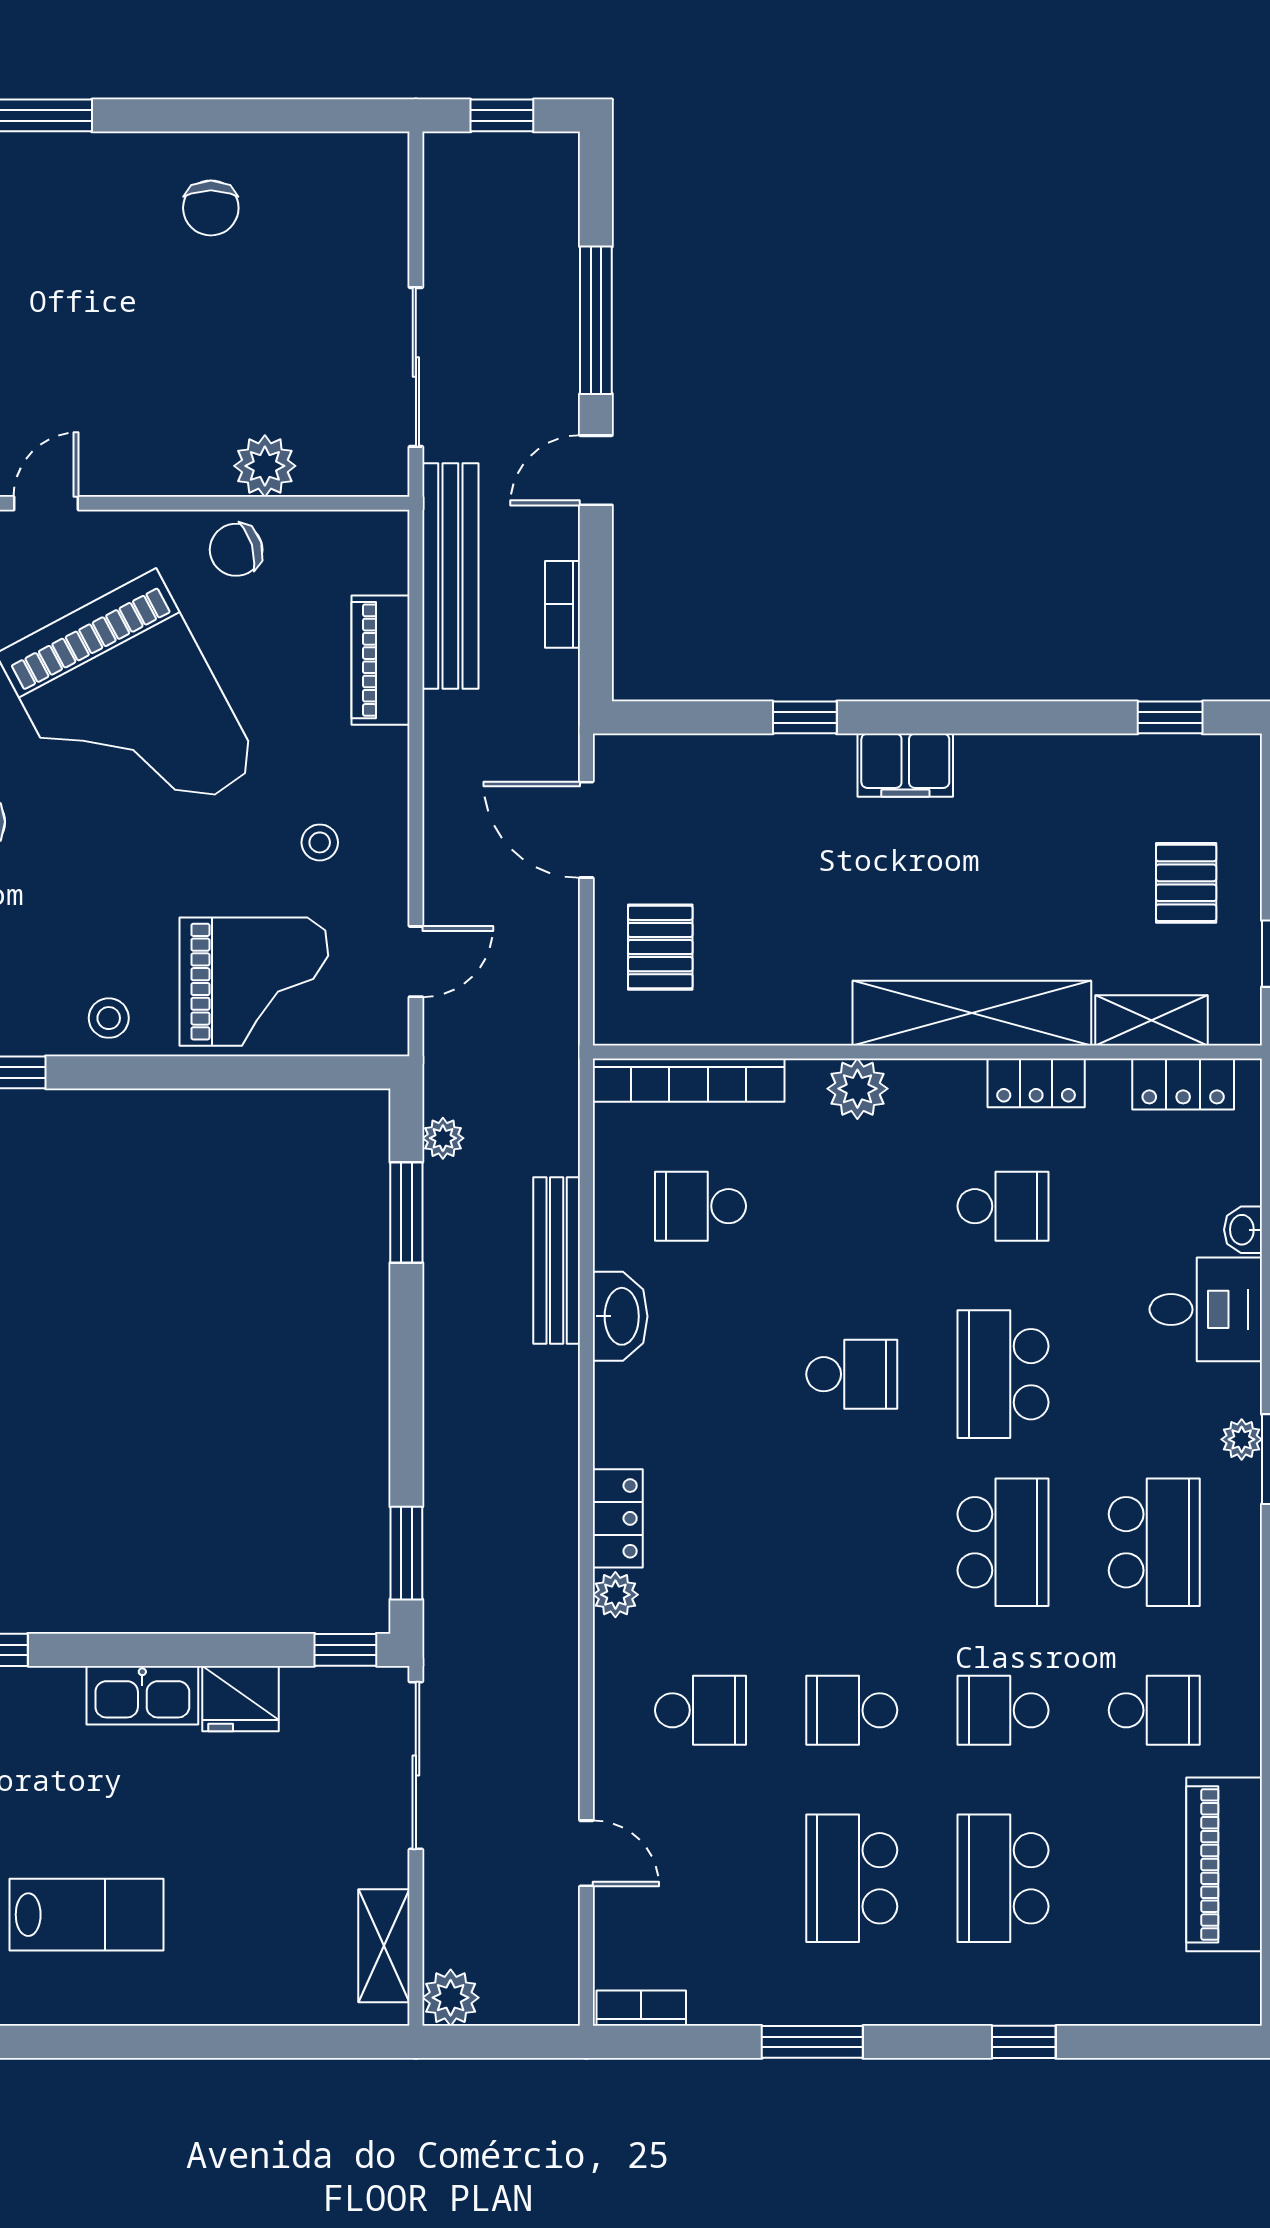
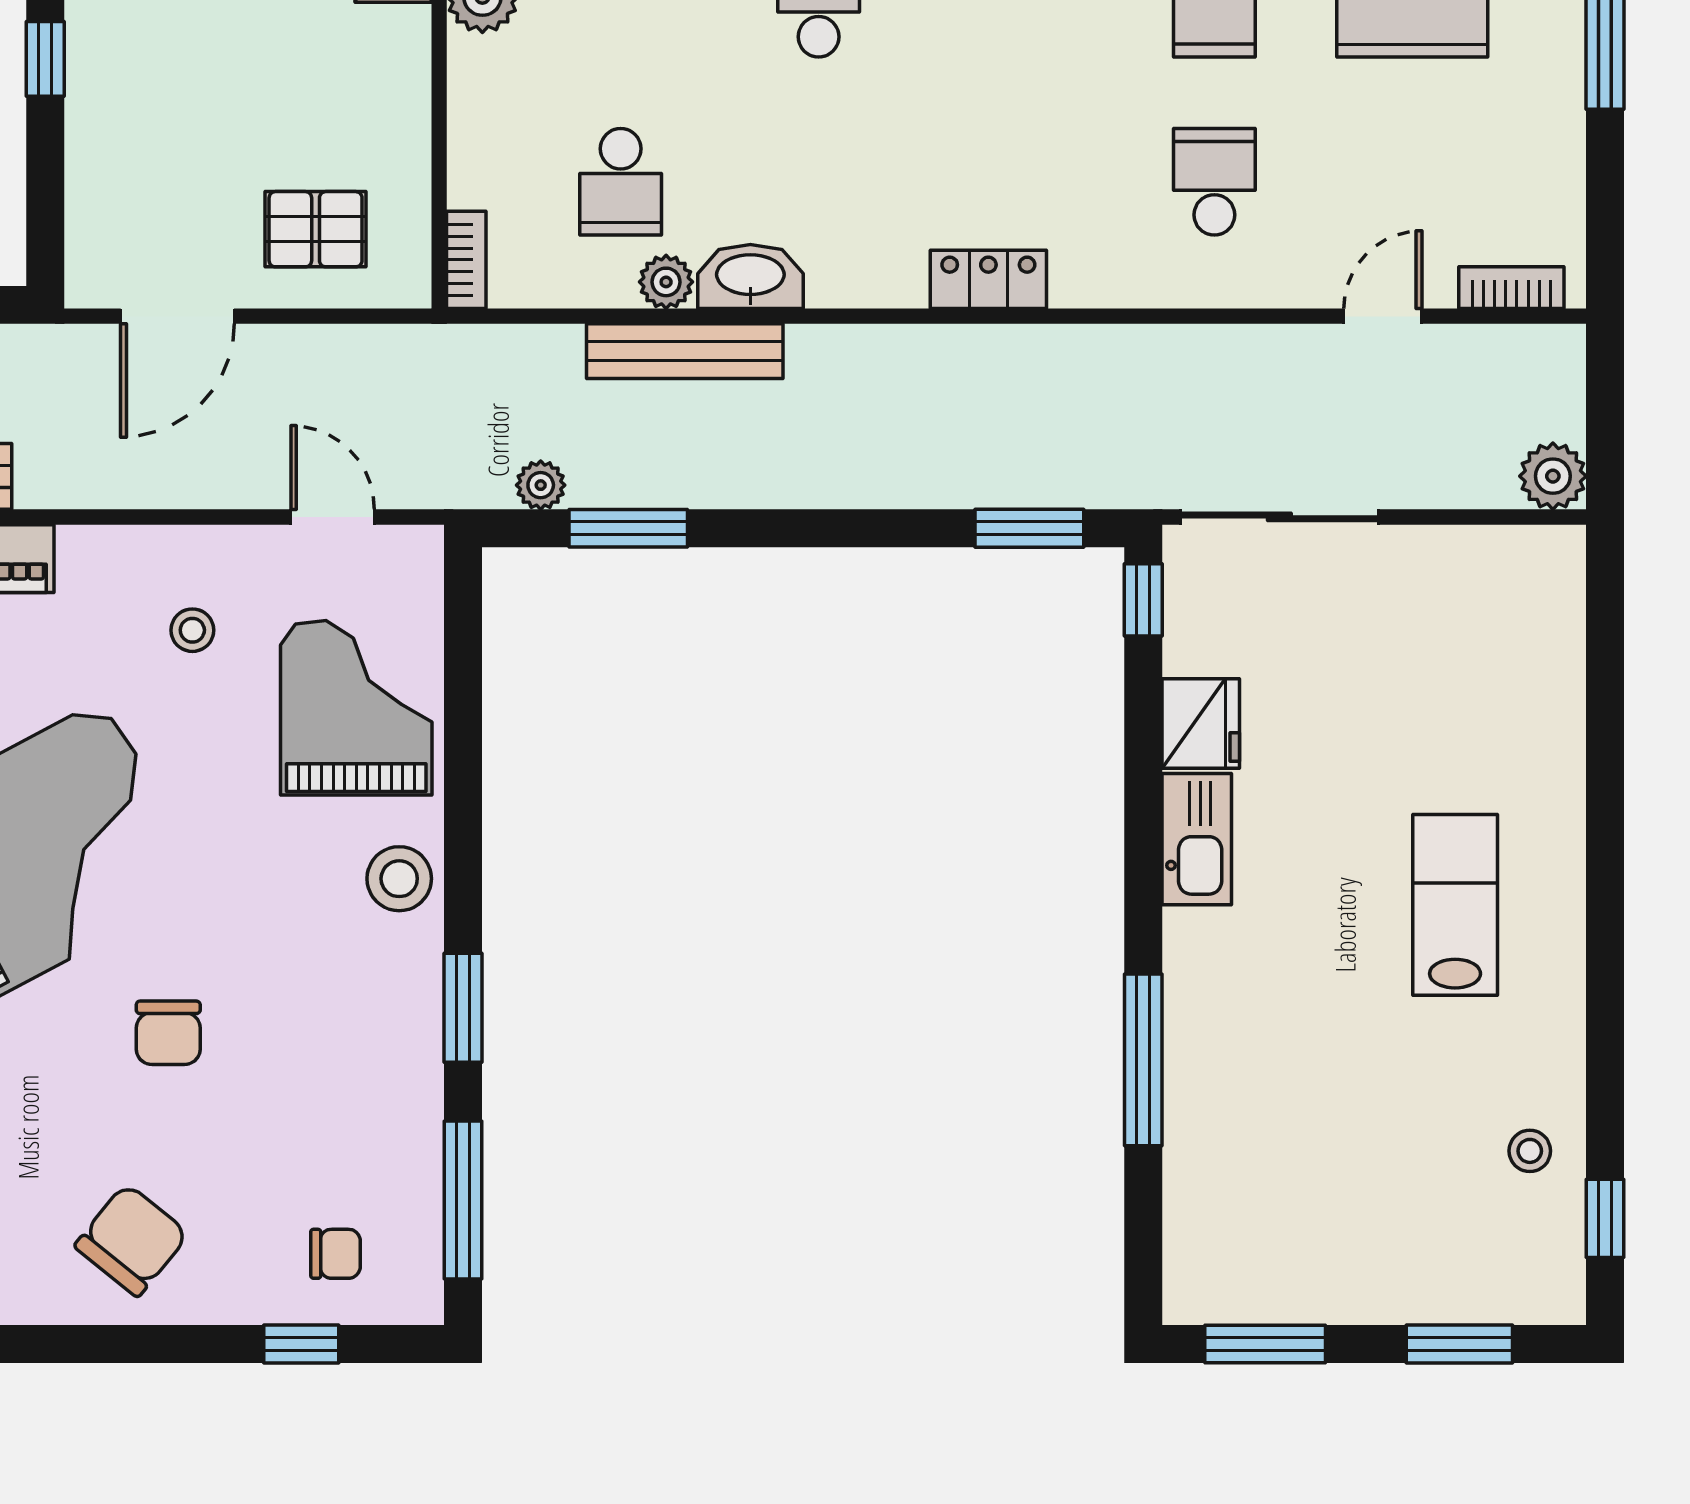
stool: (109, 1018) -> (399, 879), width x1.37, depth x1.37
bookcase: (689, 1080) -> (466, 260), width x0.43, depth x0.76
plant: (615, 1595) -> (666, 282), moved
shelving: (384, 1946) -> (1492, 555), removed
bookcase: (641, 2008) -> (1511, 288), moved, turned 90

